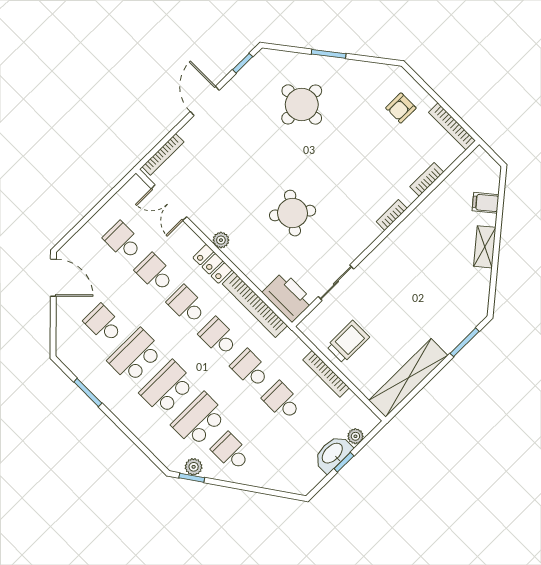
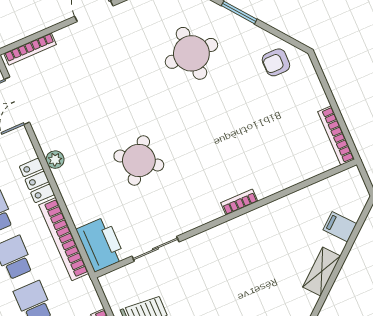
armchair: (401, 108) -> (276, 62), moved
bookcase: (427, 179) -> (289, 180), removed

